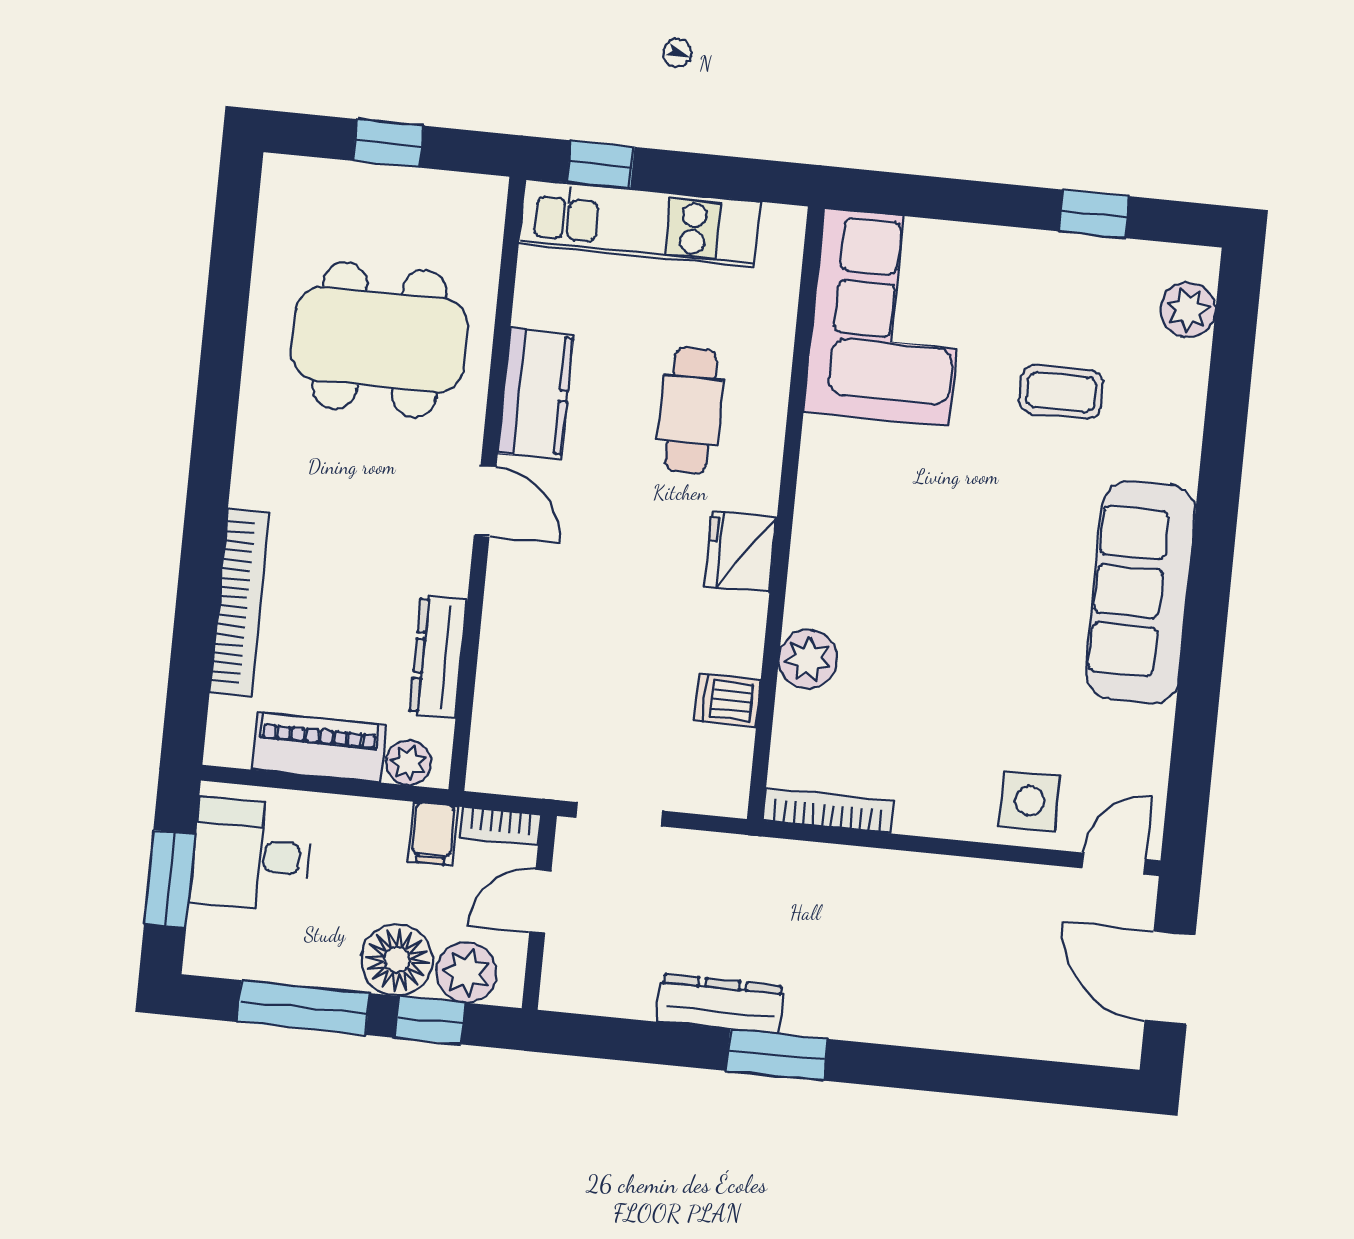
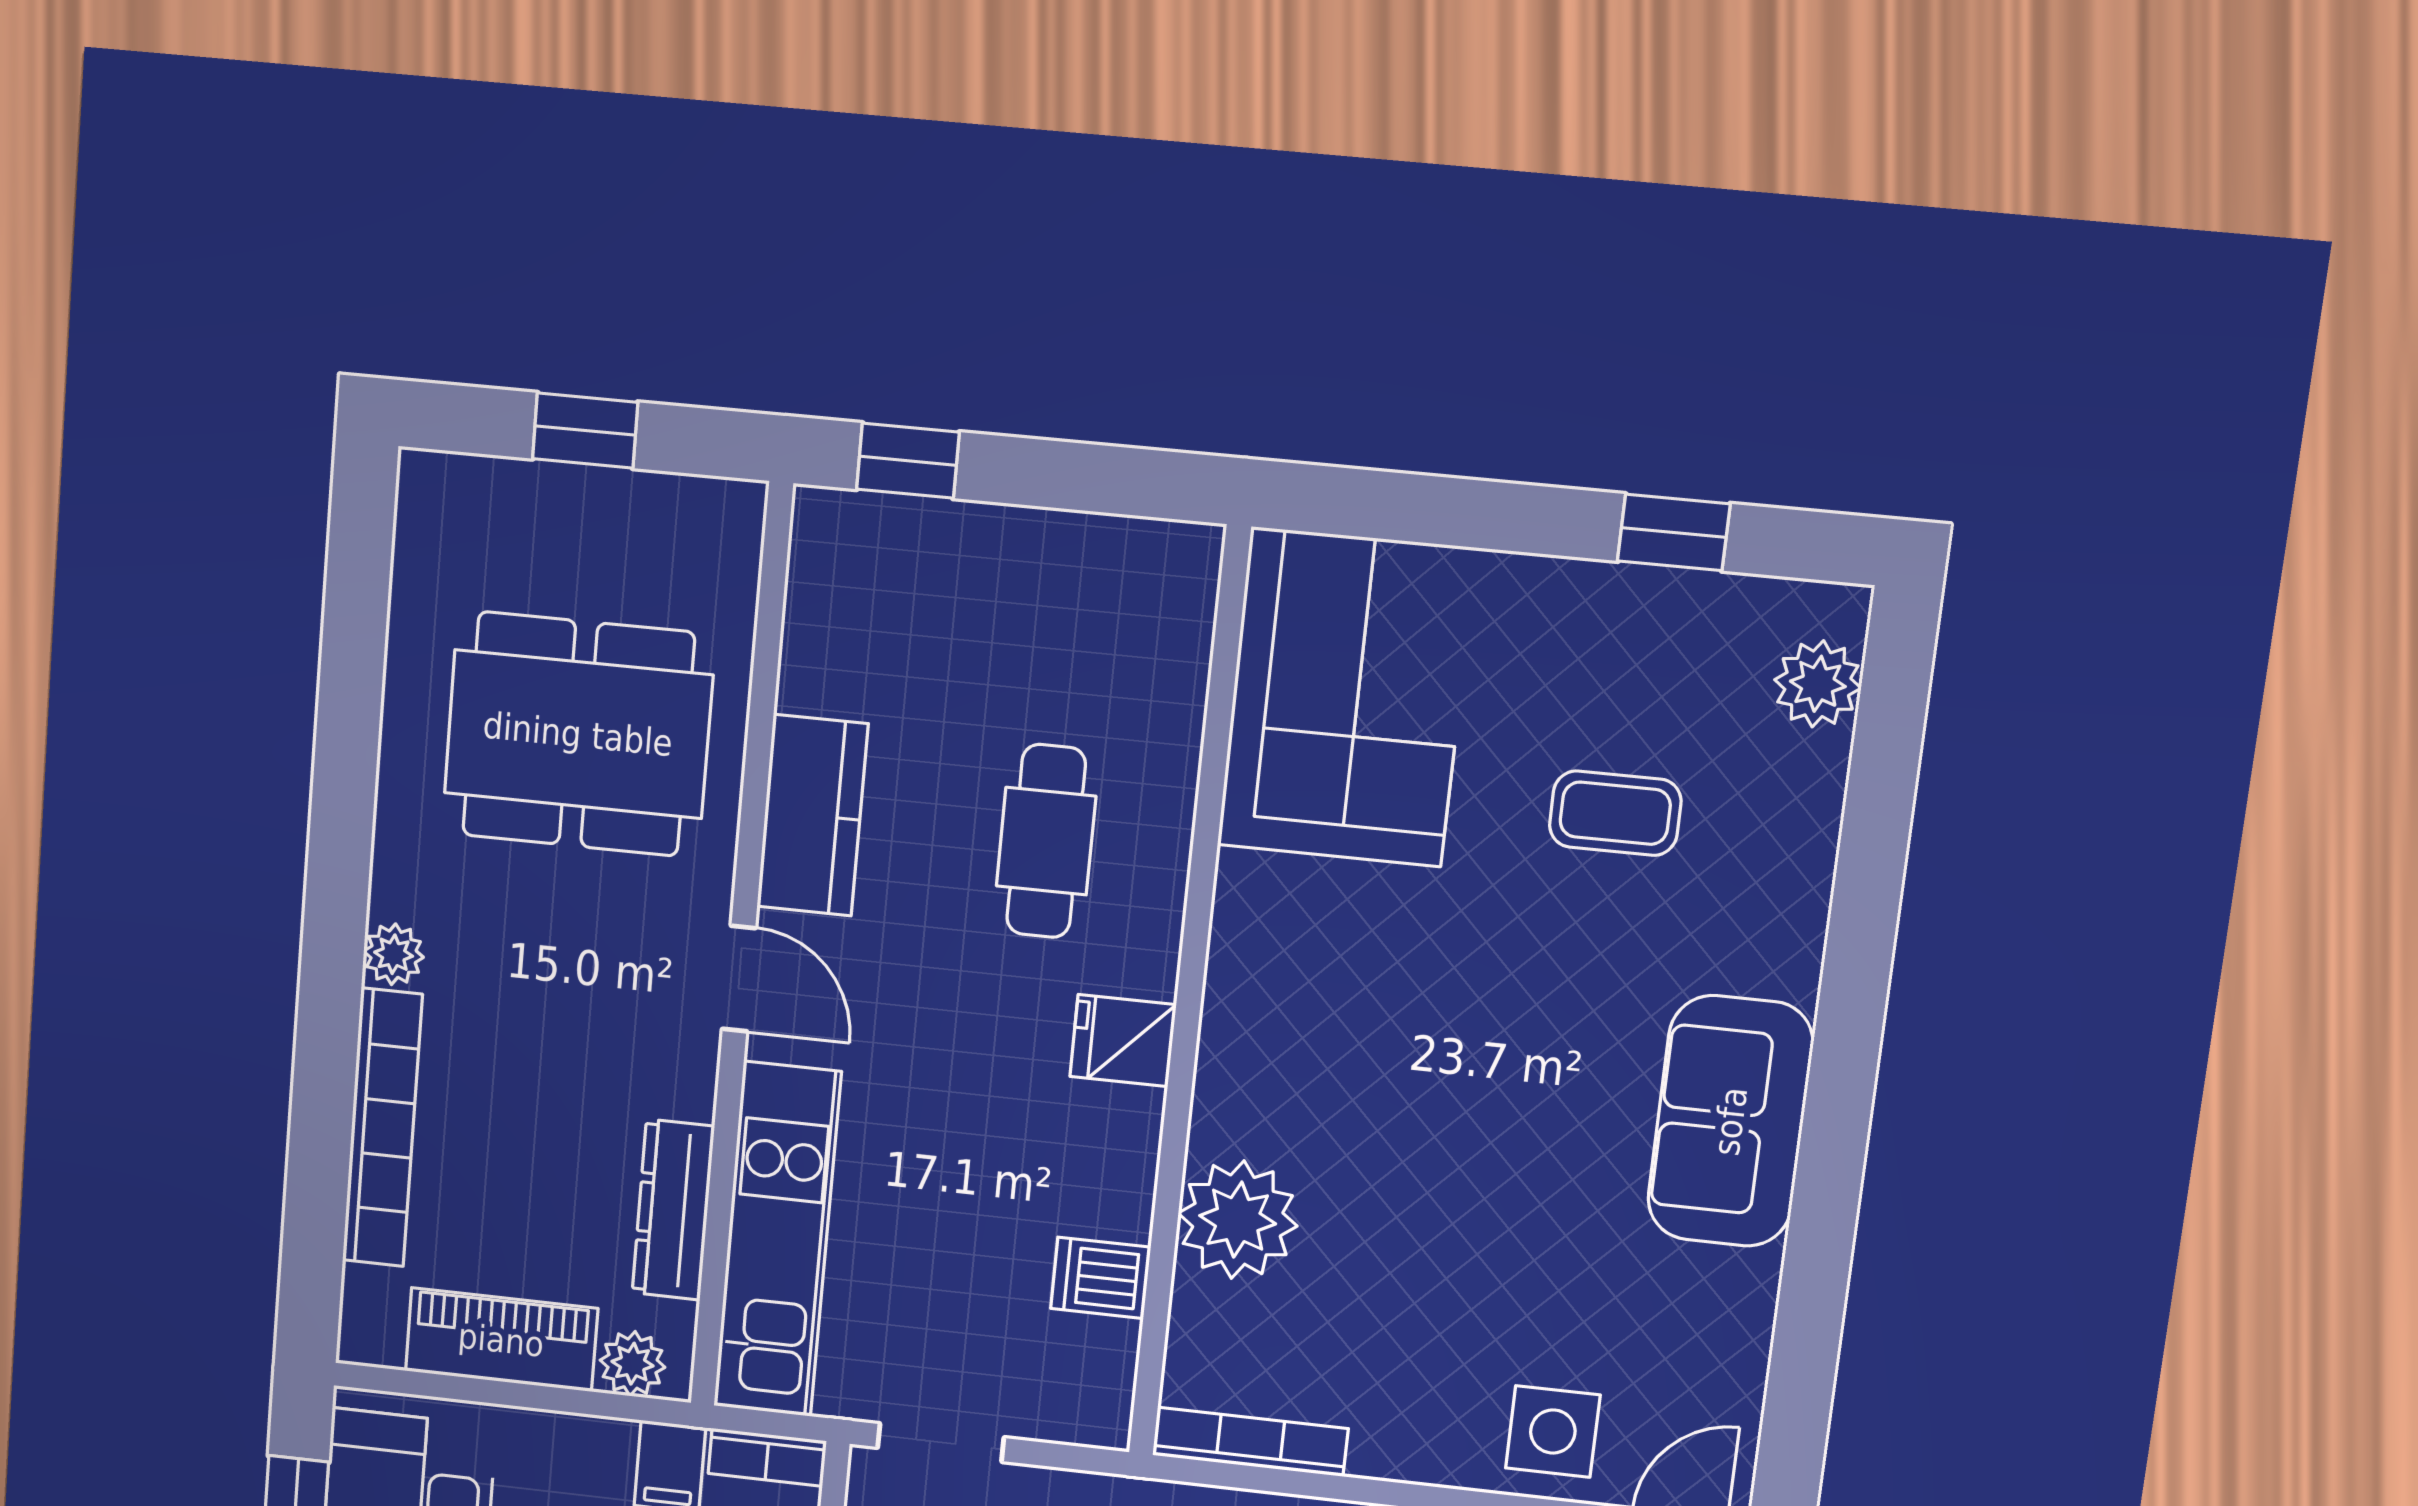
kitchen unit: (639, 223) -> (777, 1240), moved, turned -90
plant: (251, 486) -> (394, 954), added
fridge: (741, 552) -> (1123, 1041), width x0.72
sofa: (1140, 592) -> (1730, 1121), width x0.73
plant: (808, 659) -> (1238, 1220), width x1.36, depth x1.36

